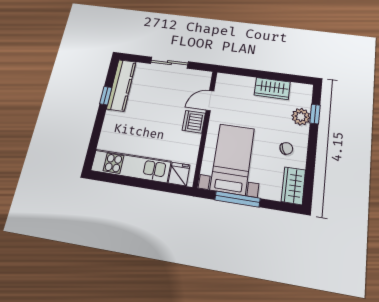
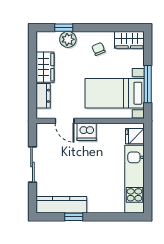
dresser: (241, 82) -> (43, 96), added

